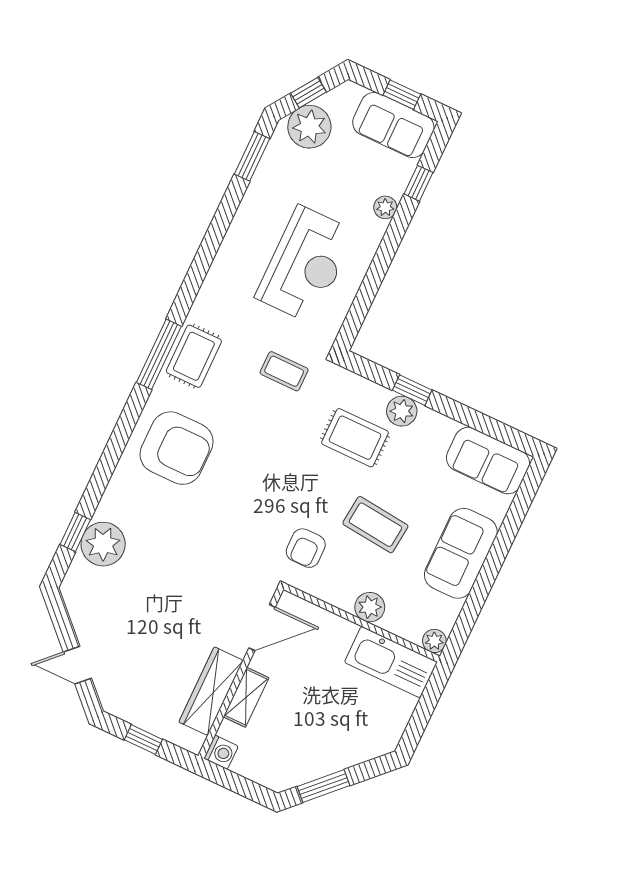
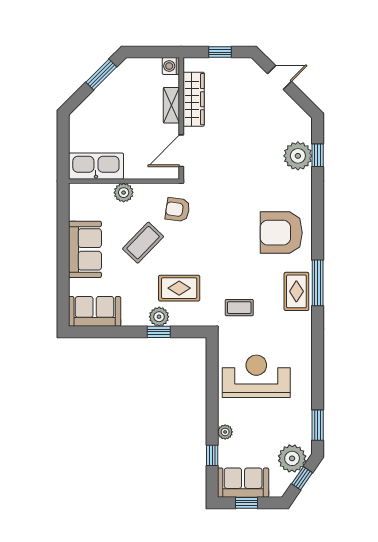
reception desk: (305, 265) -> (256, 376), turned 90
coffee table: (375, 525) -> (143, 243), turned -52
armchair: (306, 548) -> (178, 210), turned -82
plant: (434, 641) -> (76, 191), removed

